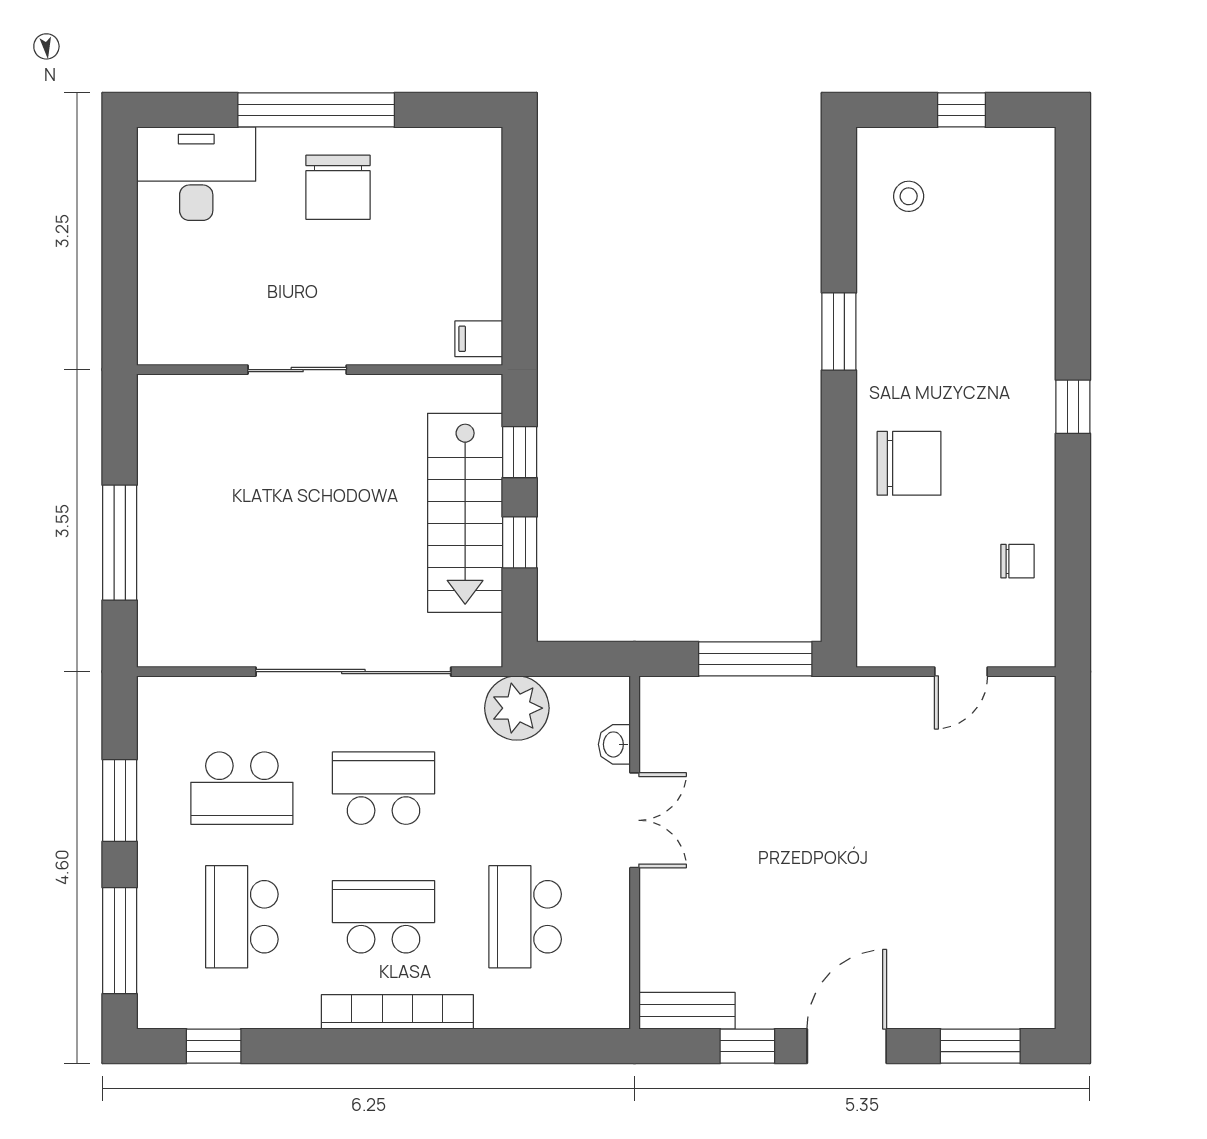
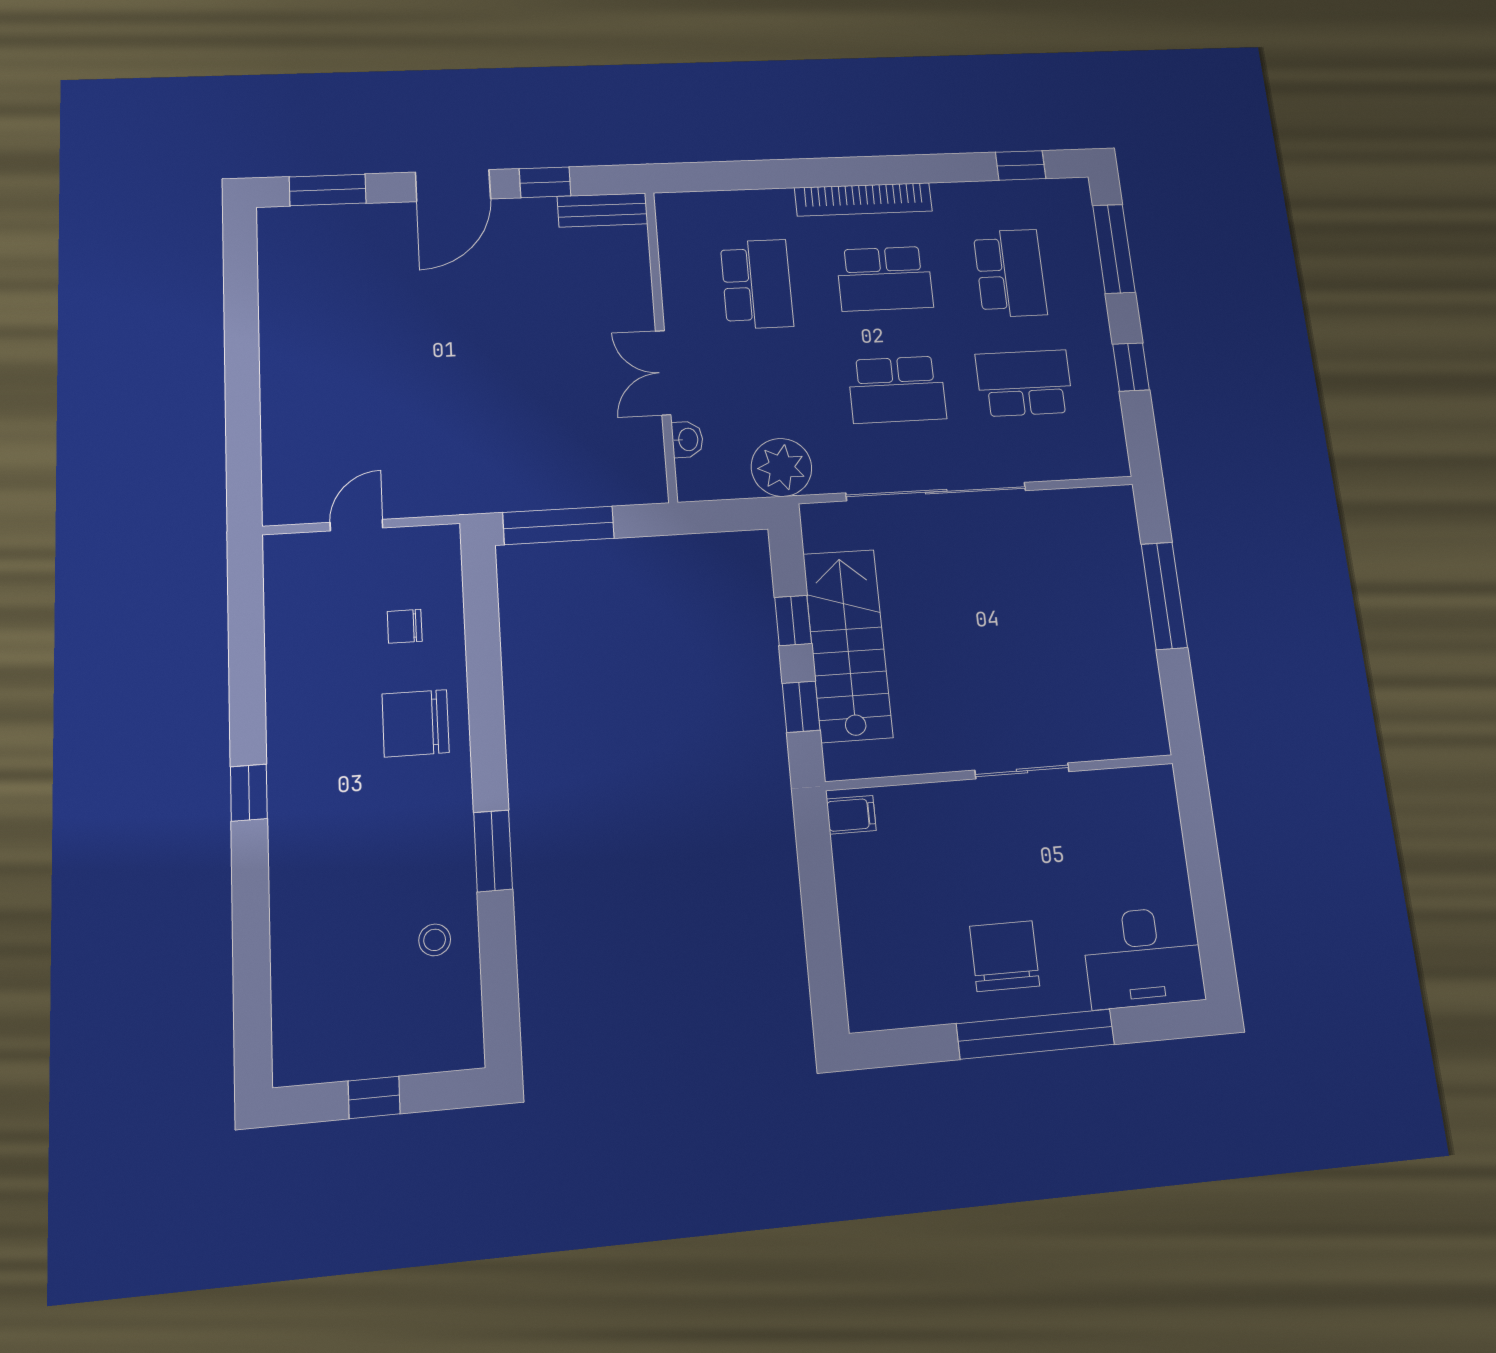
stool: (909, 196) -> (435, 940), moved
chair: (1017, 561) -> (405, 626), moved
window: (120, 800) -> (1131, 367), width x0.67

